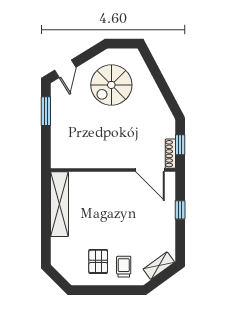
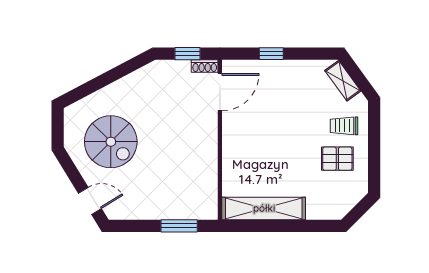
window: (46, 111) -> (179, 226), moved
shoe rack: (170, 154) -> (205, 66), width x0.70

